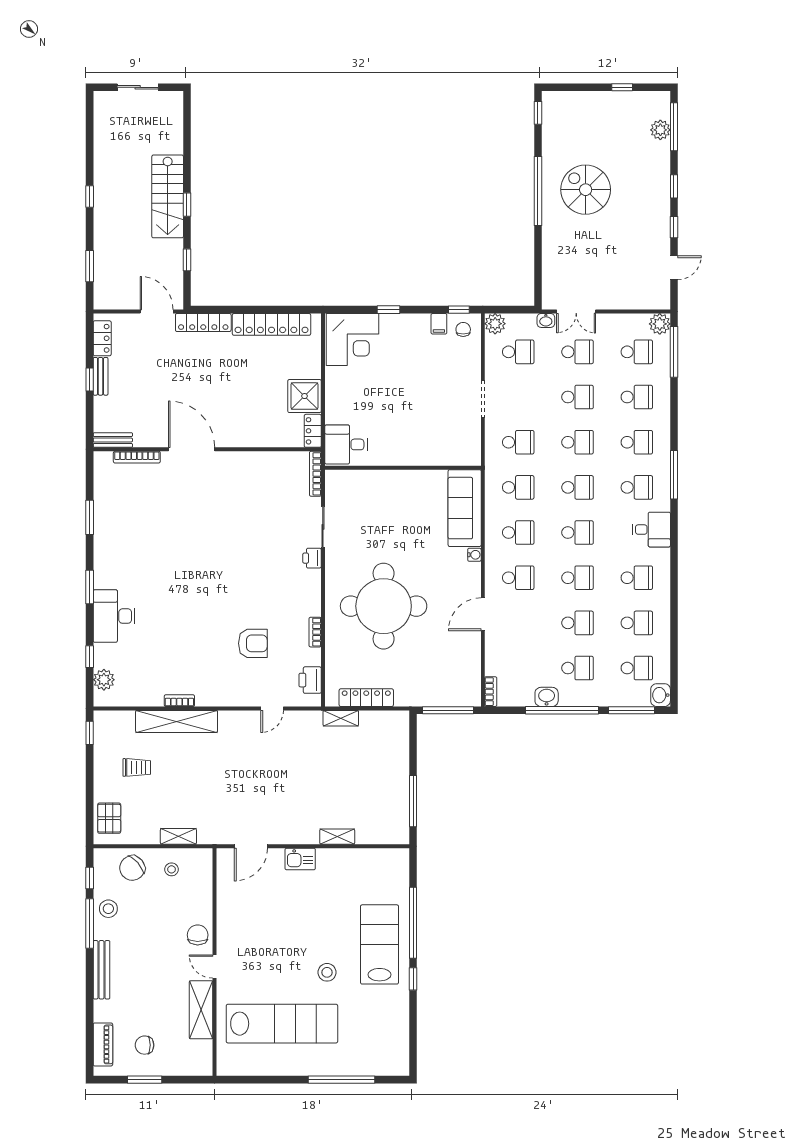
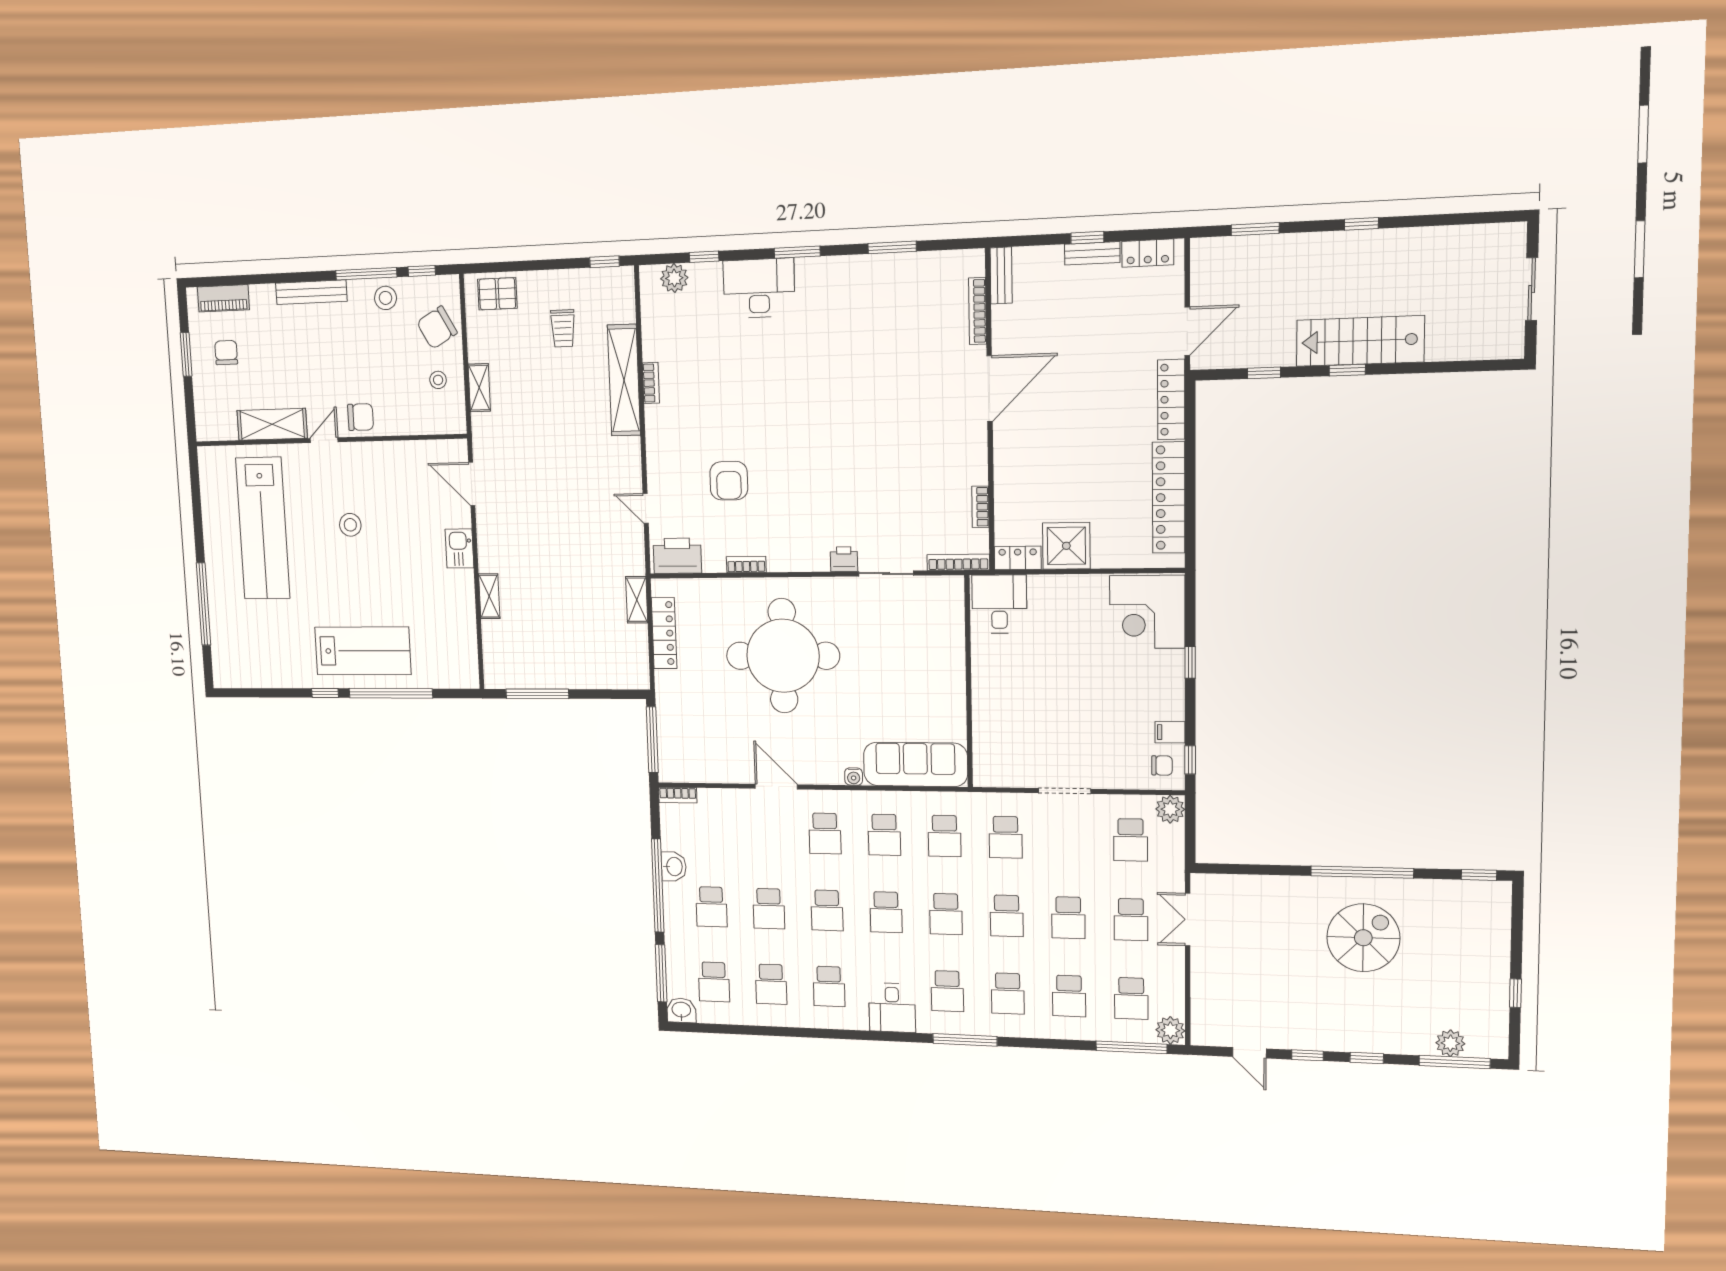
washbasin: (546, 320) -> (1175, 878), removed
bookcase: (276, 457) -> (980, 507), added
printer: (310, 680) -> (677, 556), width x1.37, depth x1.19
chair: (132, 868) -> (437, 328), turned -78
stool: (327, 972) -> (350, 525), moved

